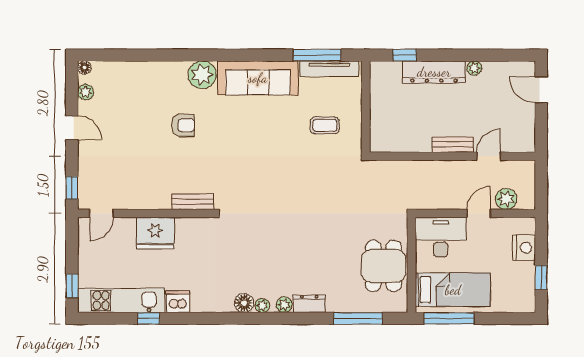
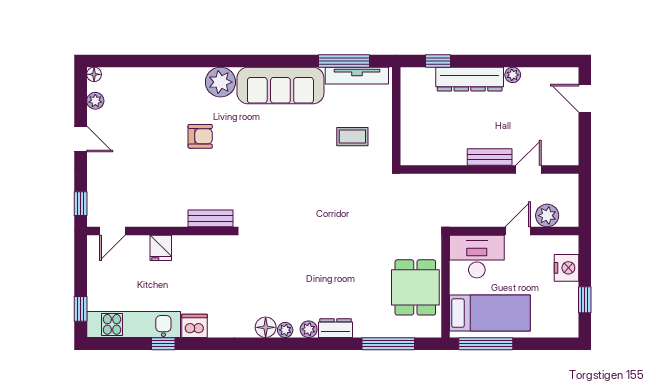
fridge: (155, 233) -> (161, 248), width x0.53, depth x0.75

